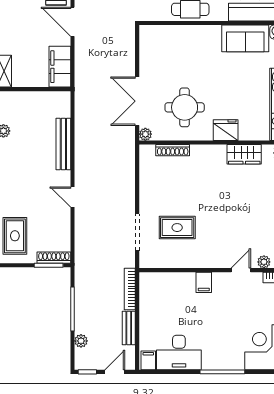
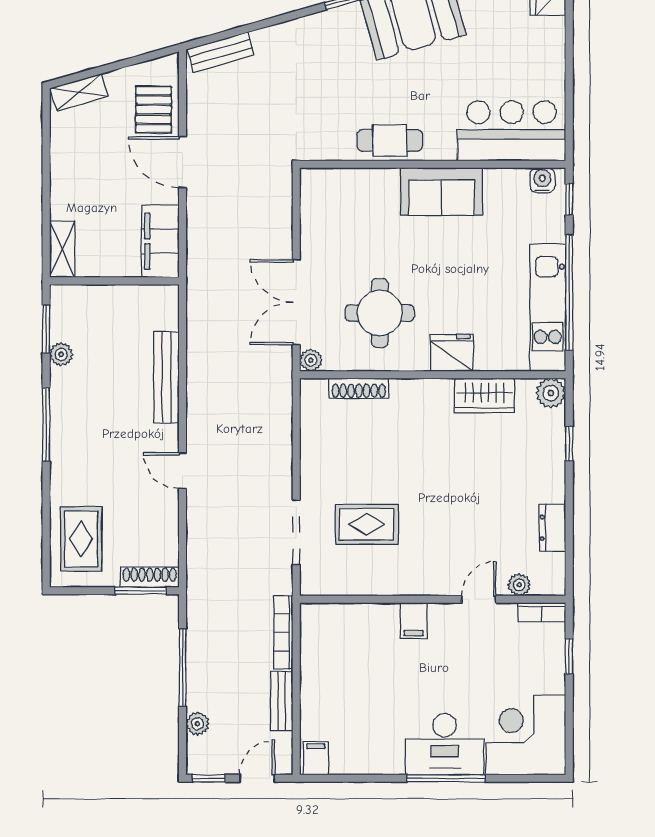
sofa: (245, 38) -> (441, 191), moved
desk: (179, 353) -> (445, 744), moved

